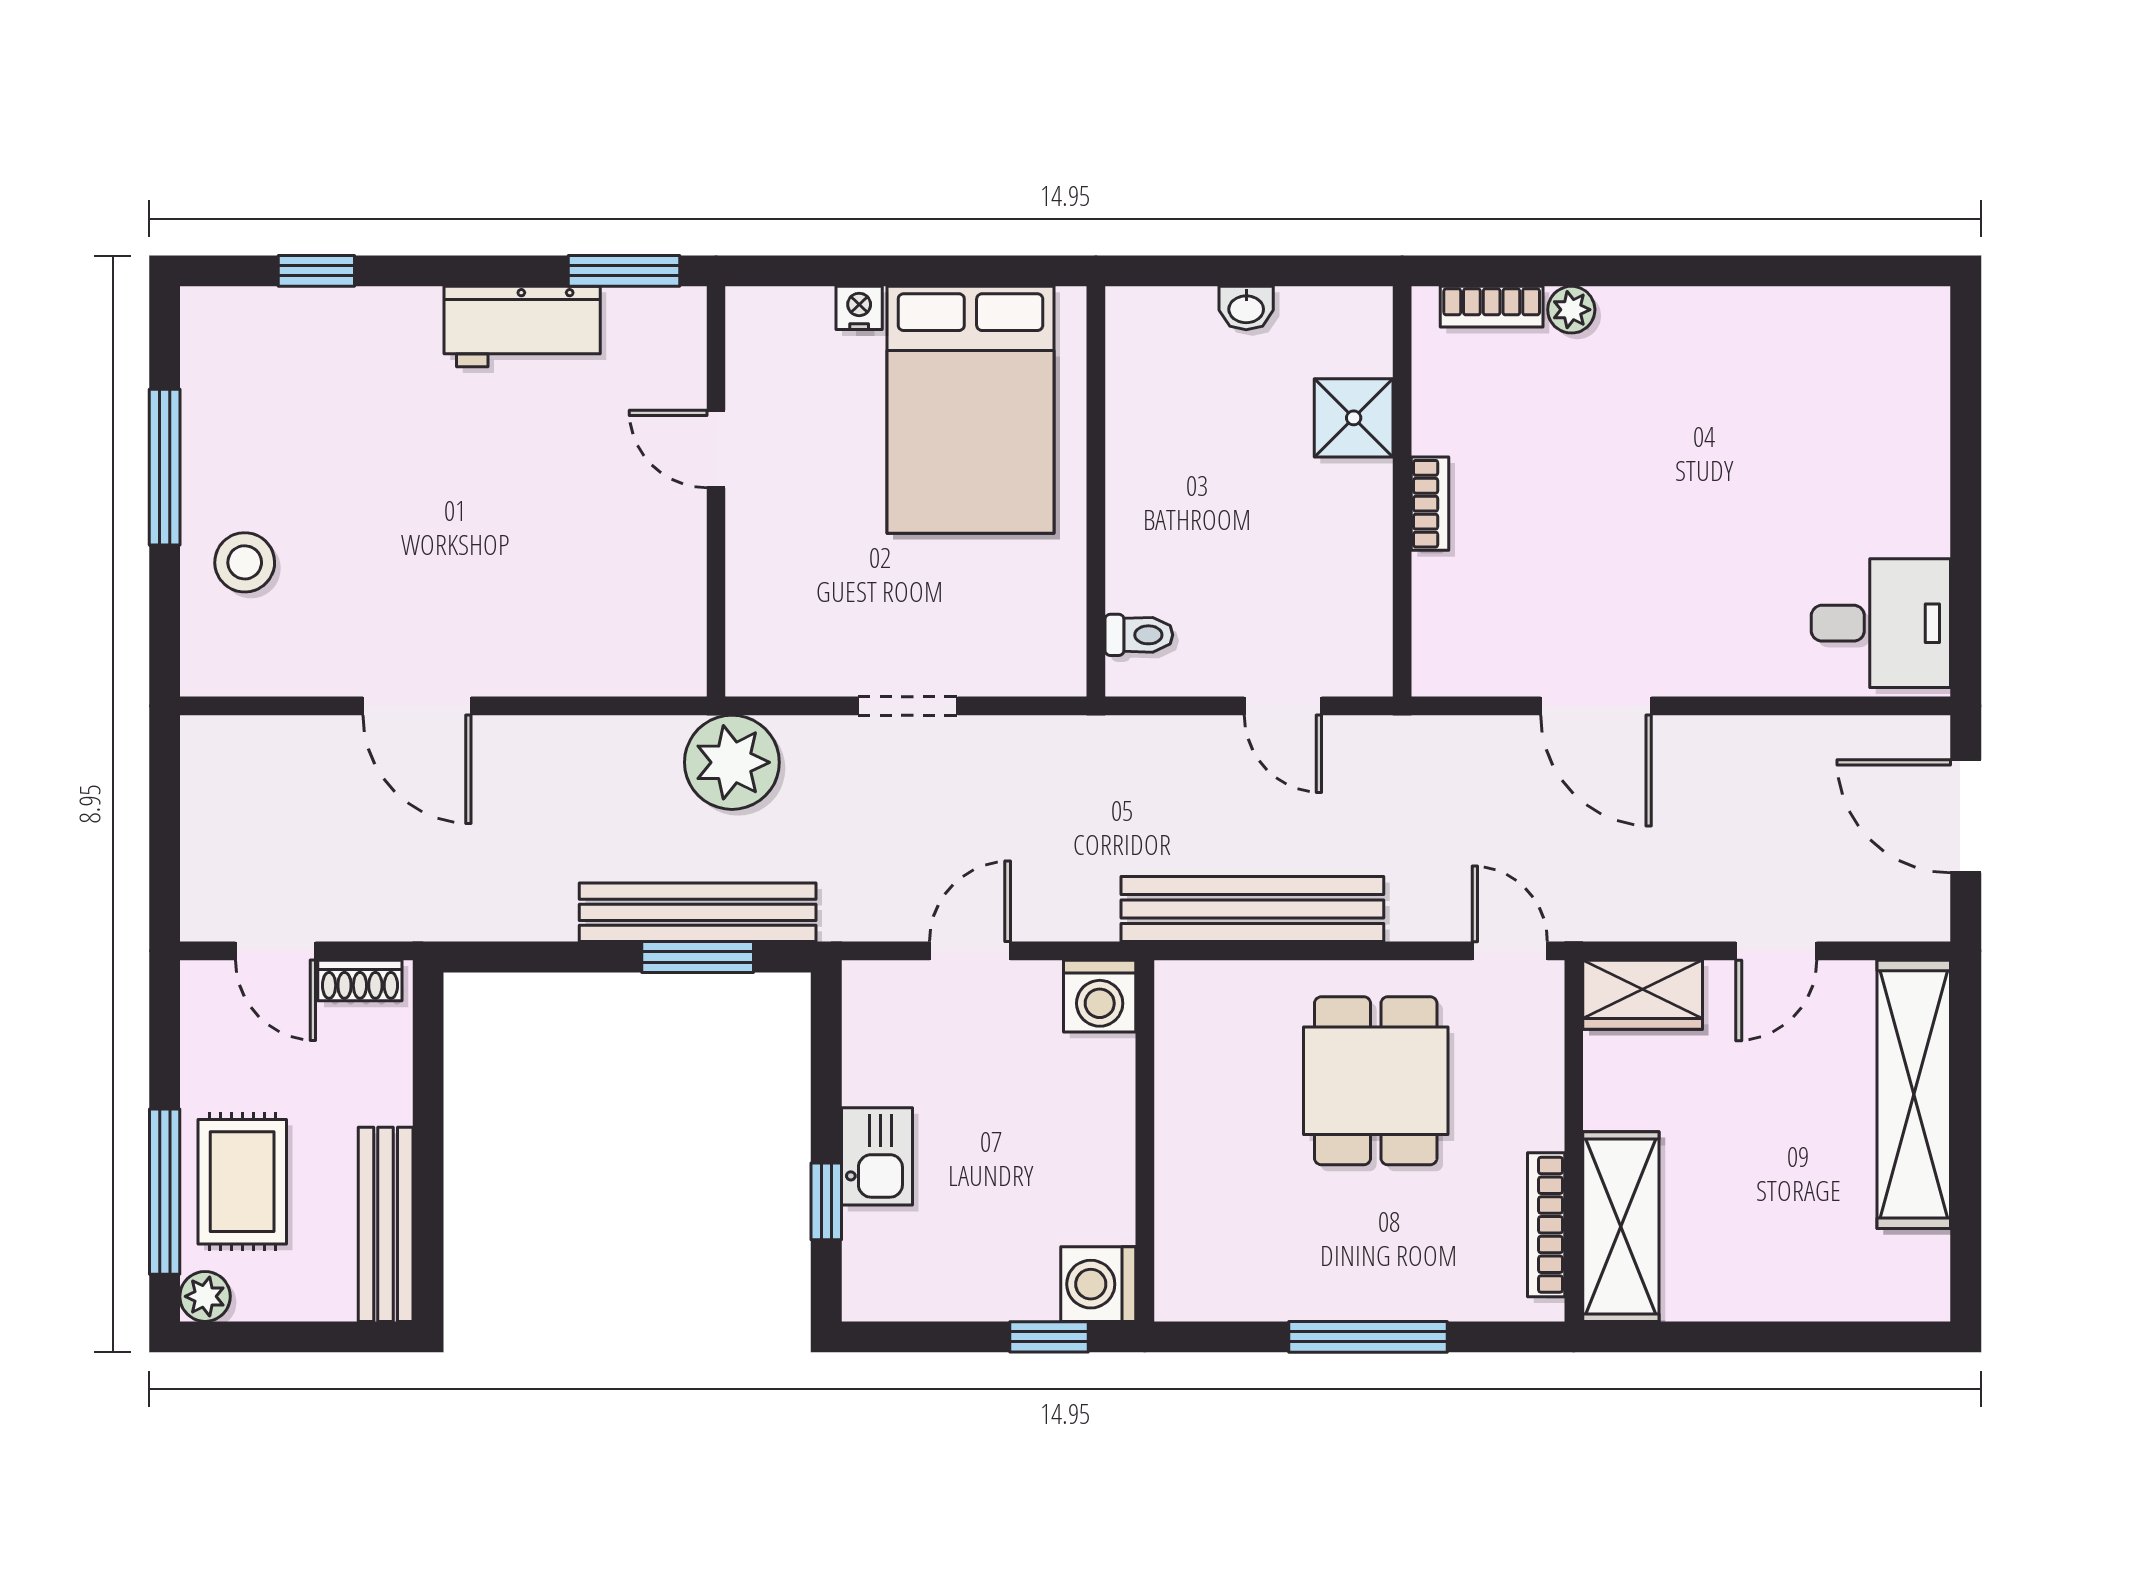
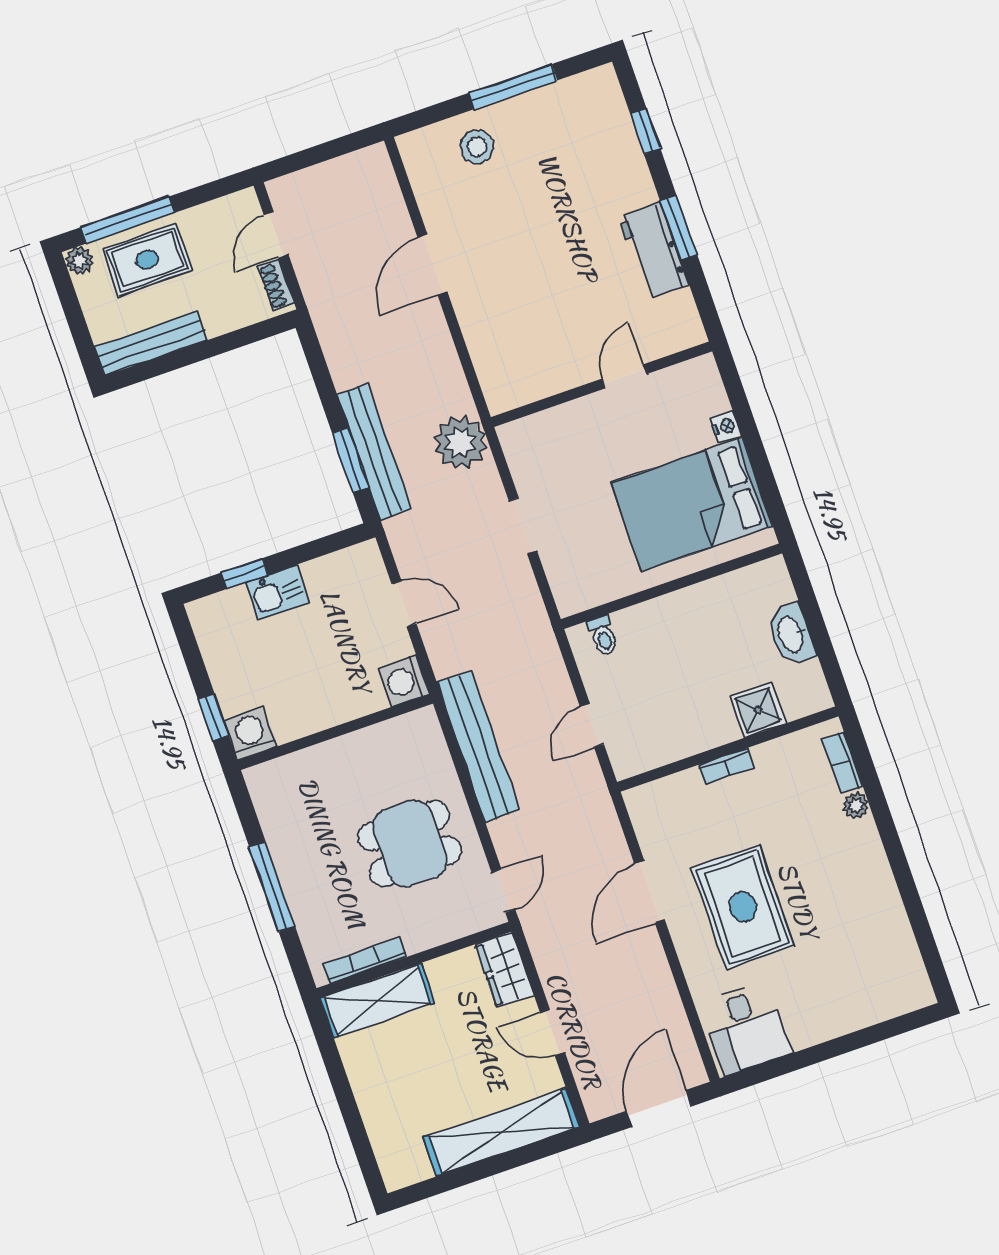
window: (624, 271) -> (679, 228), moved
washbasin: (1246, 308) -> (791, 634), width x1.91, depth x1.45
rug: (1676, 558) -> (743, 907), added

